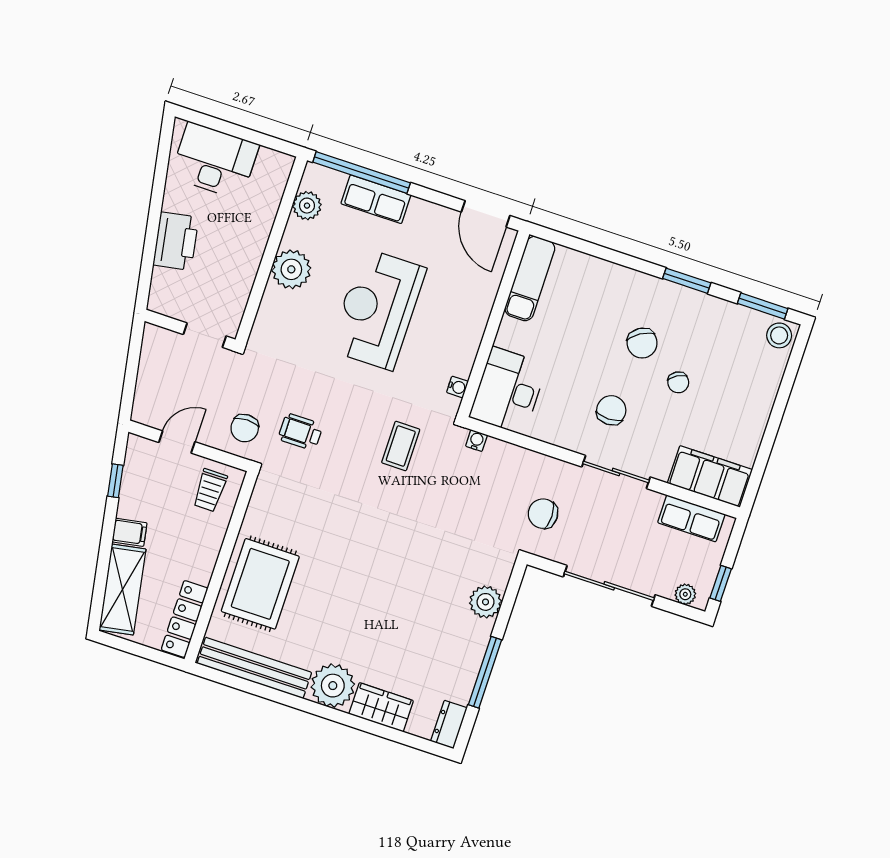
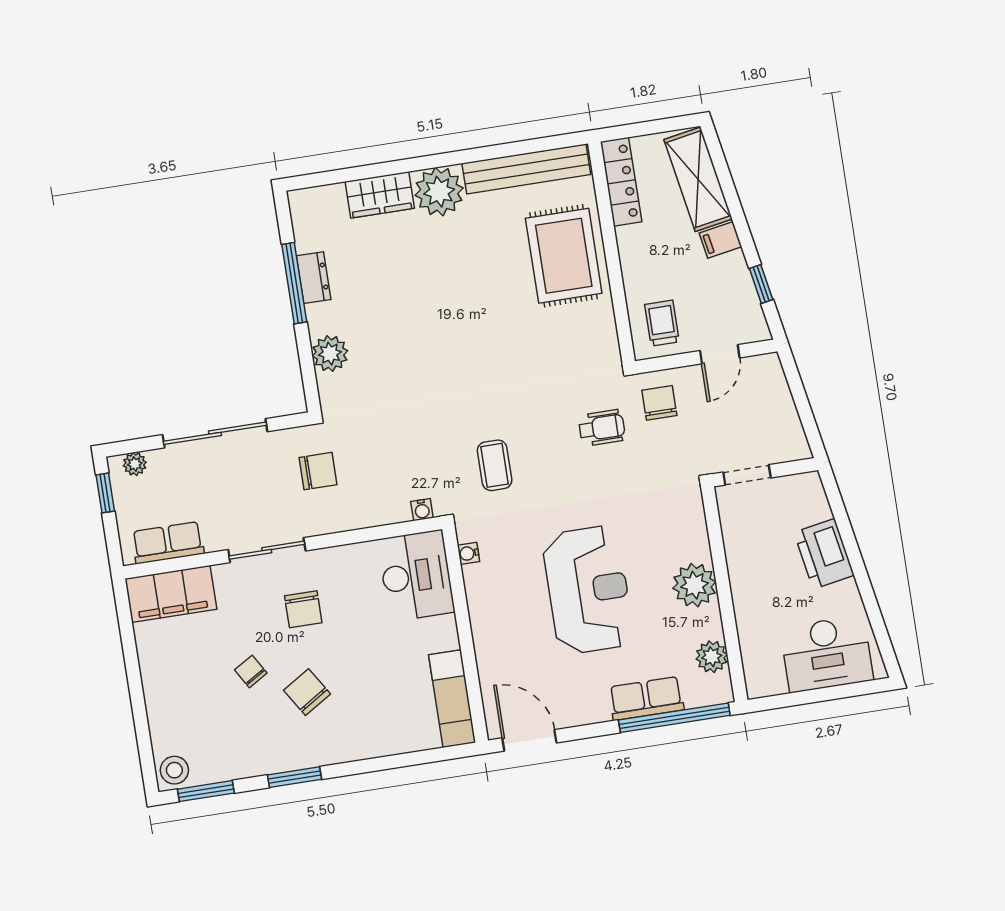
dresser: (449, 724) -> (314, 278), moved

